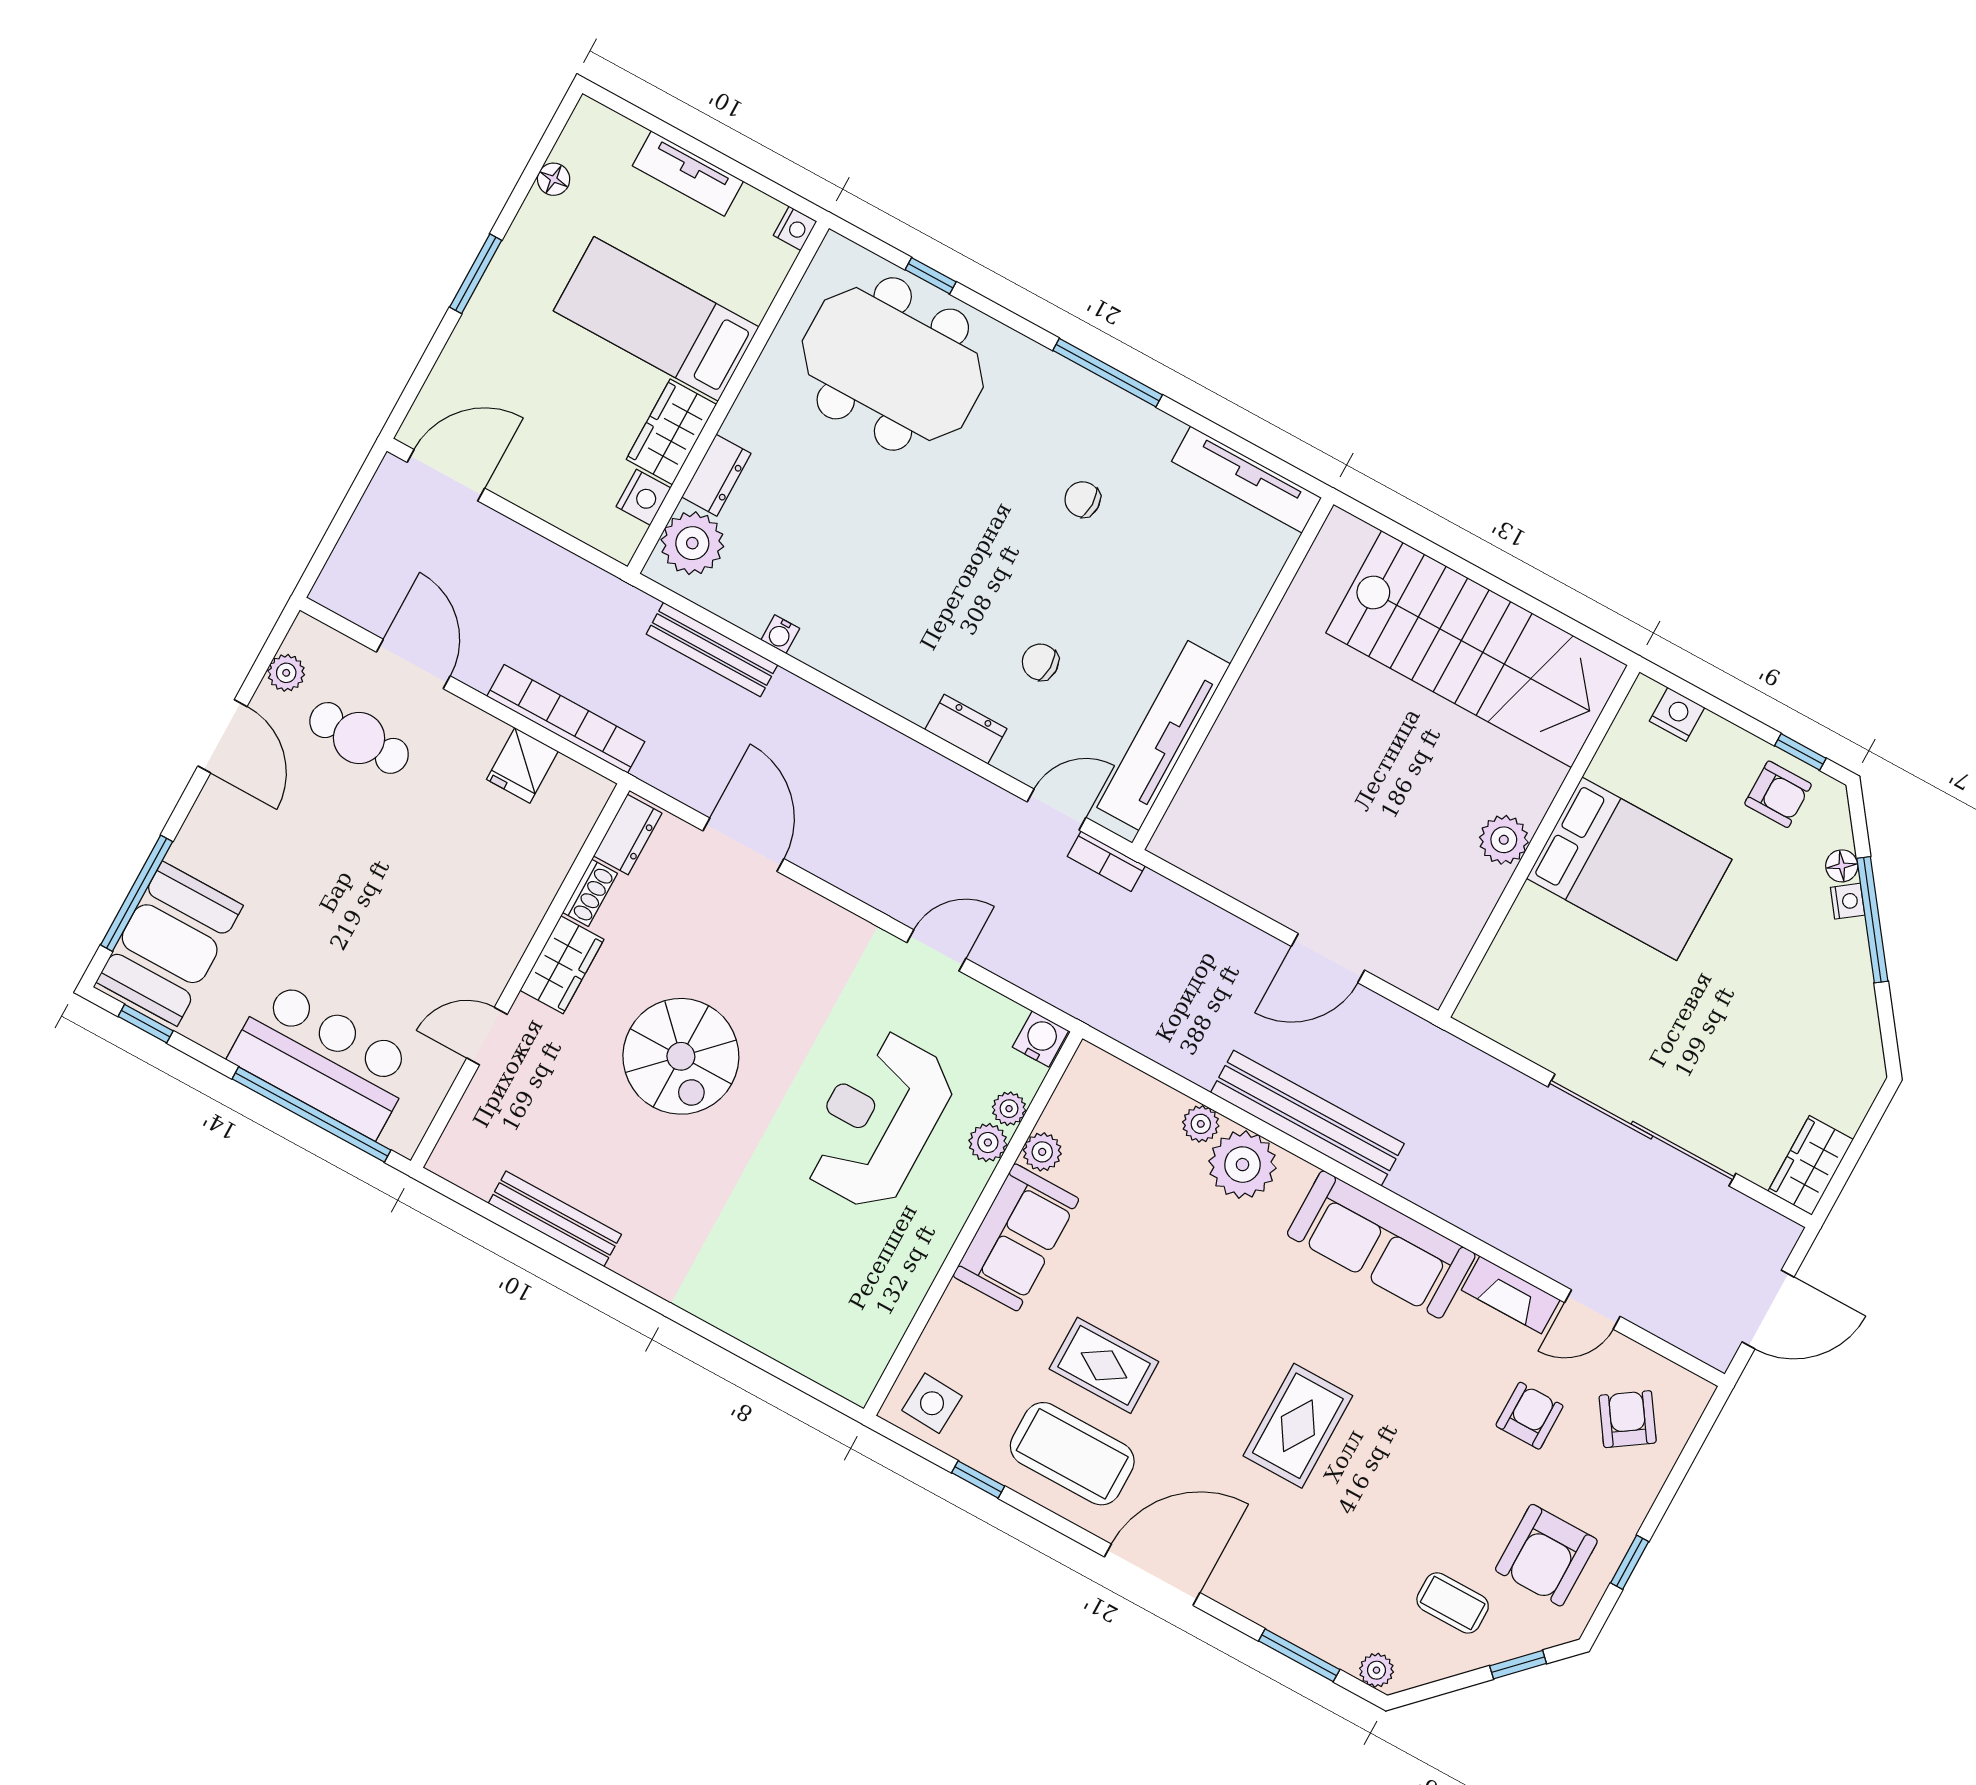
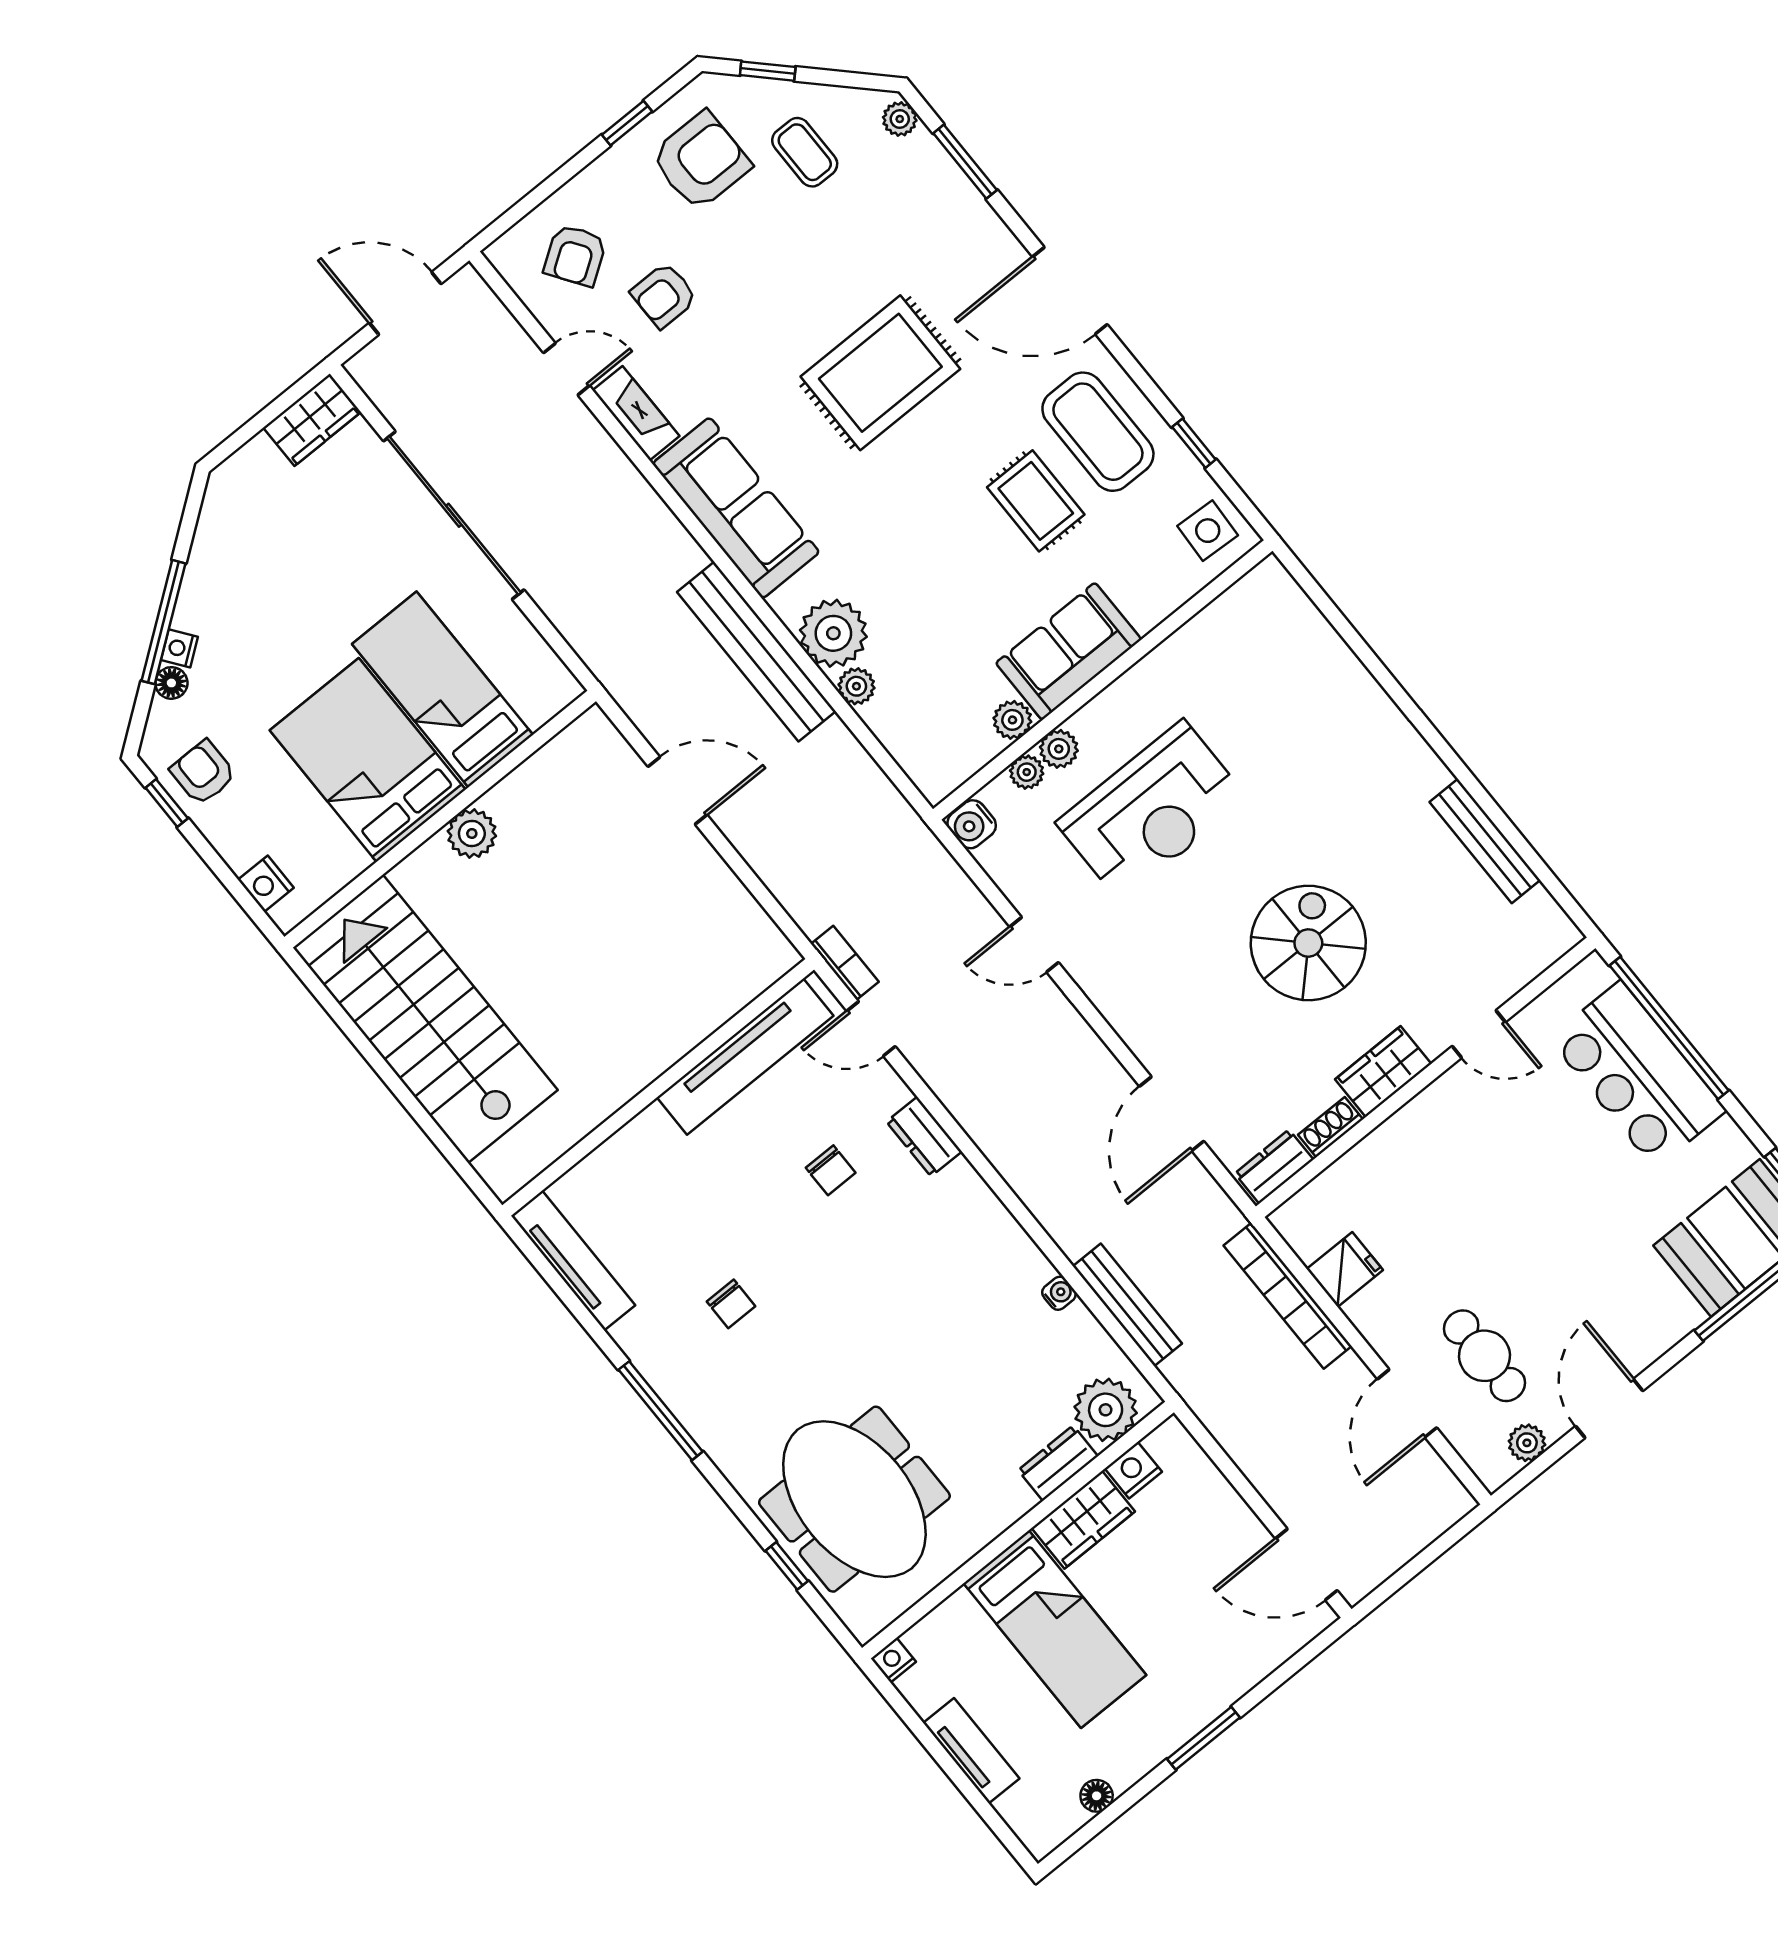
bed: (1586, 963) -> (442, 689), added
rug: (1298, 1426) -> (880, 373), width x1.36, depth x1.43

